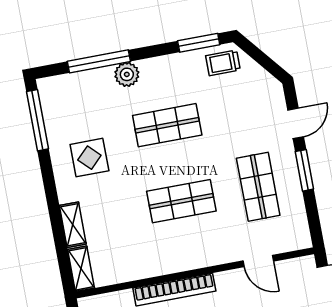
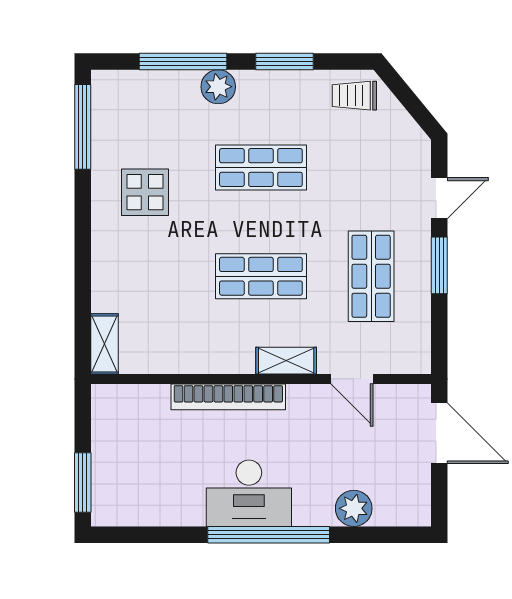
window: (199, 43) -> (284, 61), moved
shelving: (73, 225) -> (286, 361), moved, turned 90

